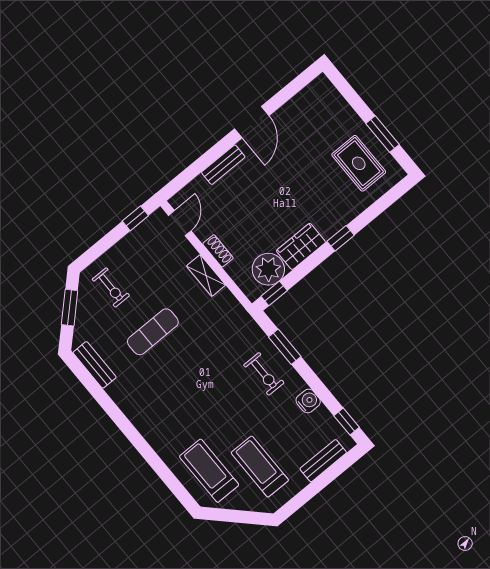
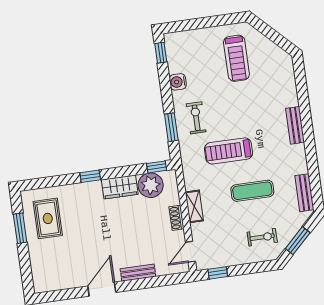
exercise bike: (111, 287) -> (262, 237), turned 90
bench: (323, 461) -> (295, 125), moved, turned 90
treadmill: (209, 471) -> (228, 151), moved, turned 90

